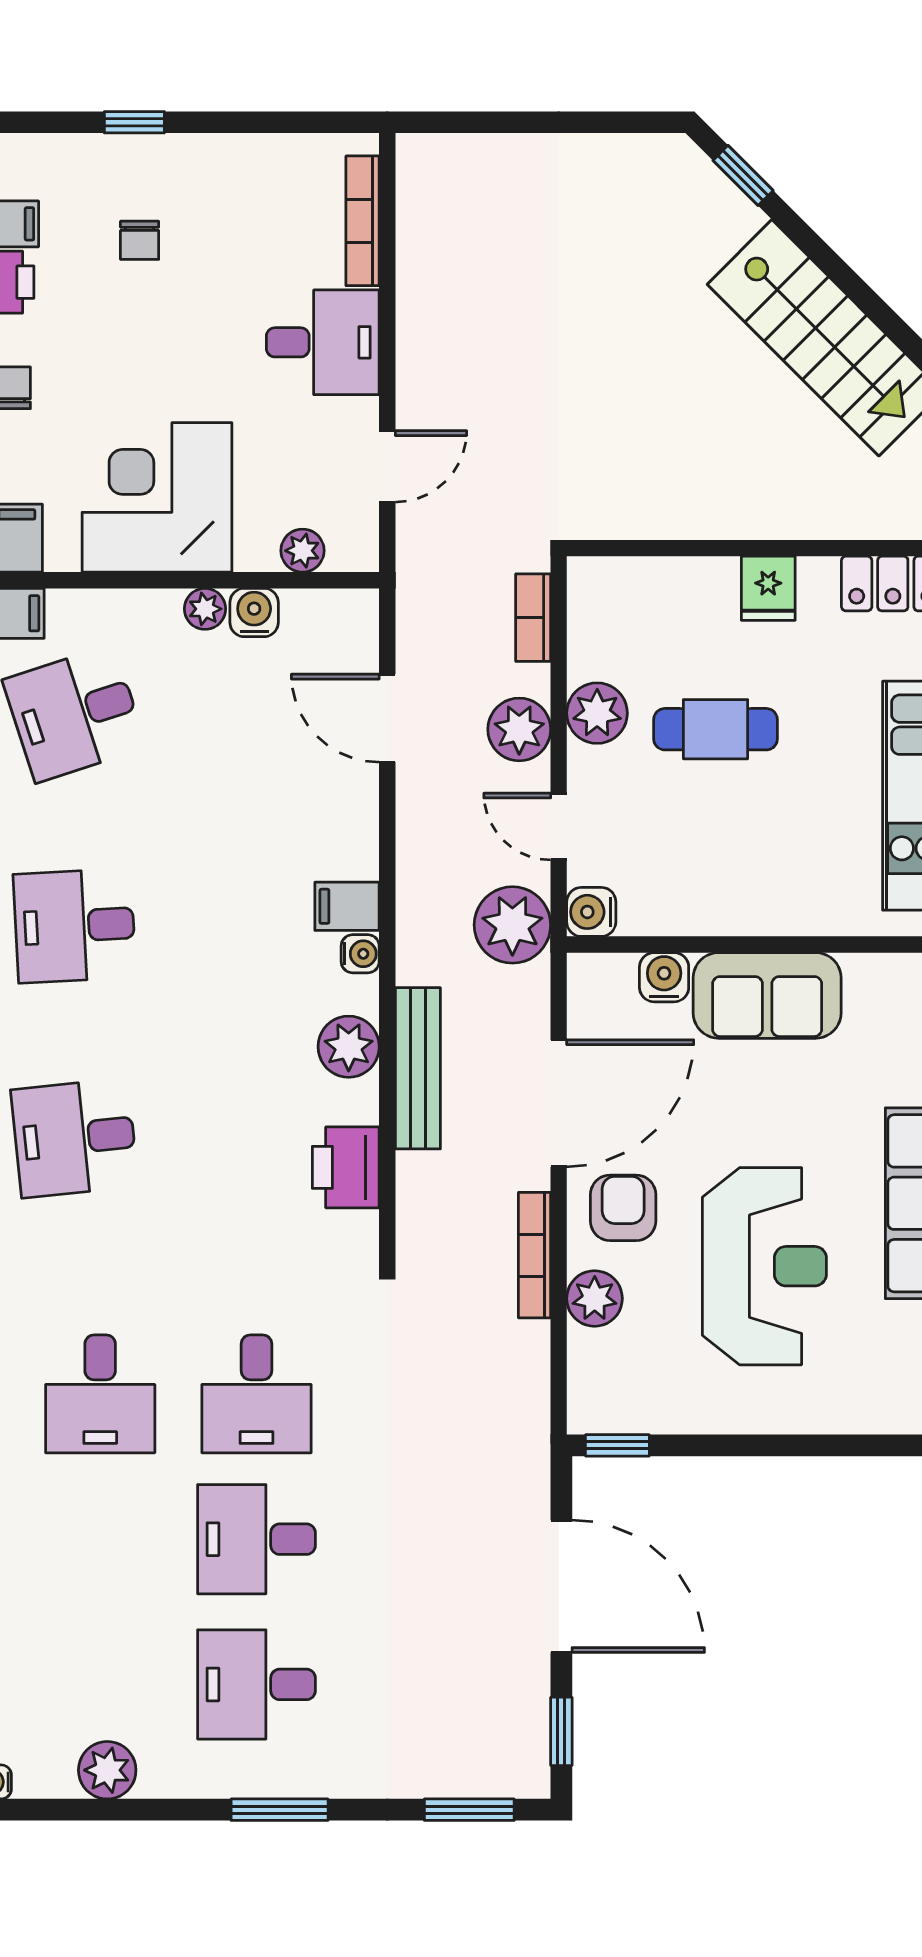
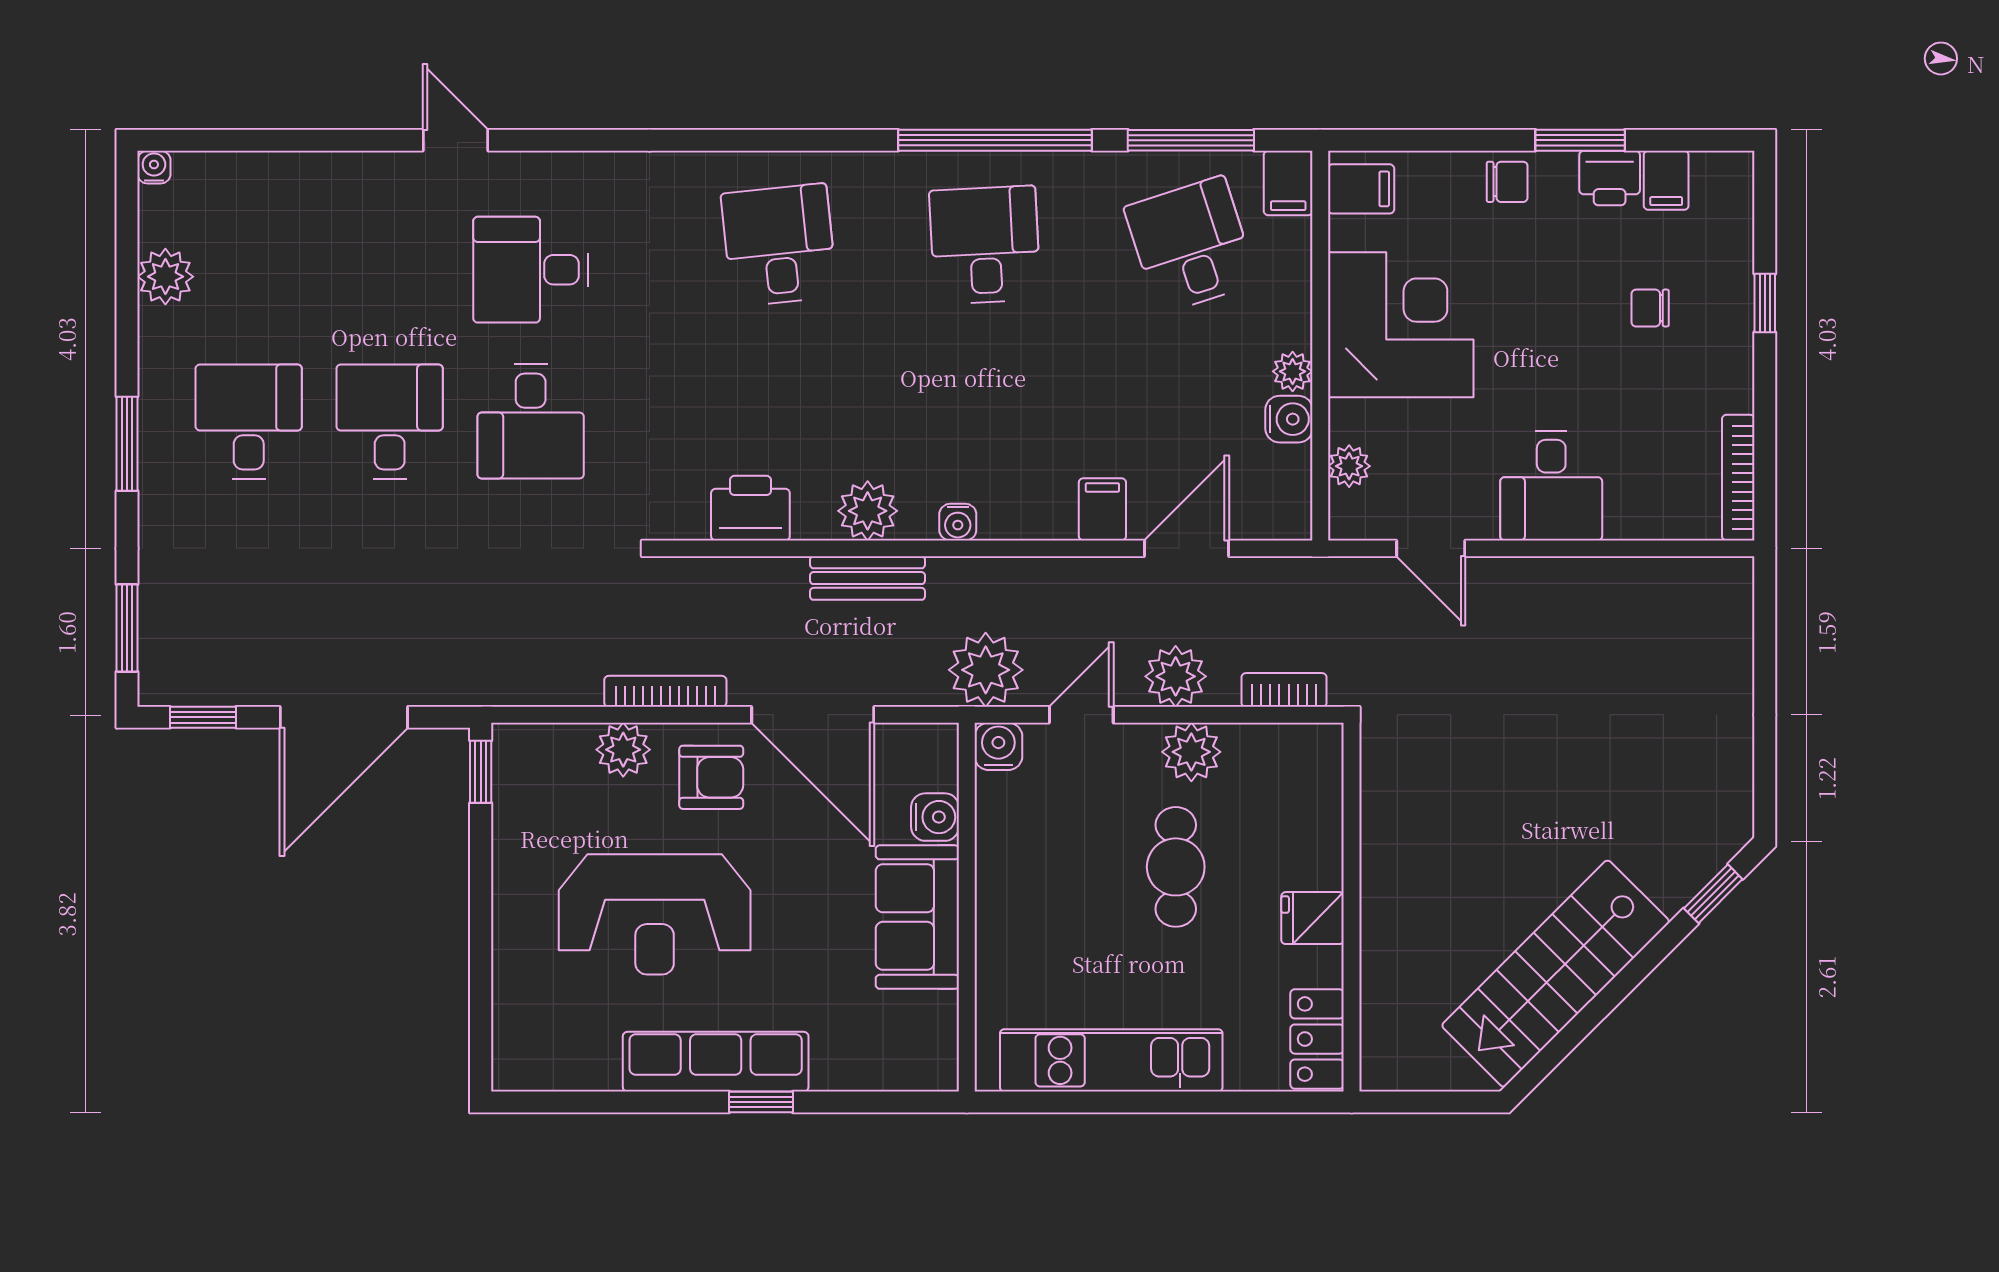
bookcase: (363, 221) -> (1738, 478), moved, turned -90
filing cabinet: (347, 906) -> (1102, 509), moved
bench: (418, 1068) -> (867, 578), width x0.73
desk: (257, 1394) -> (531, 421), turned -90

